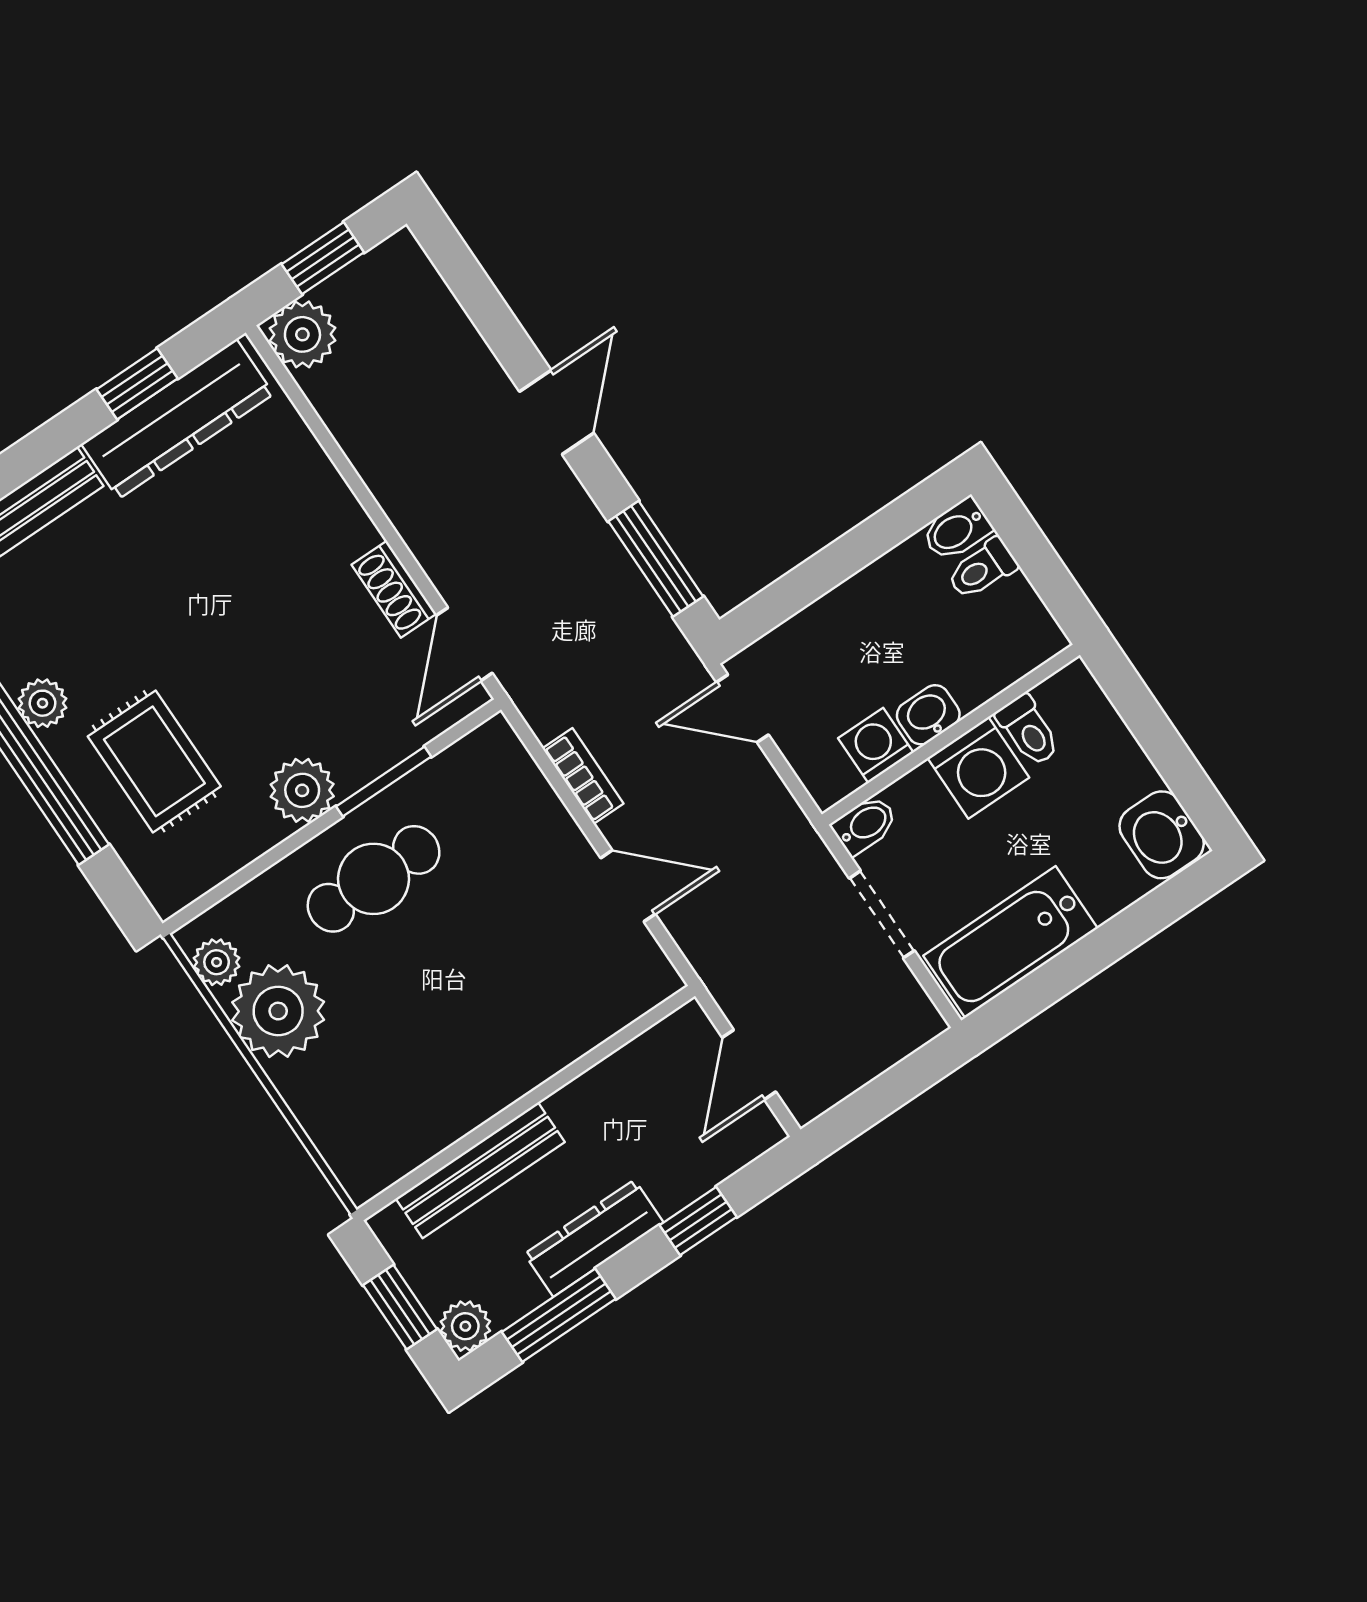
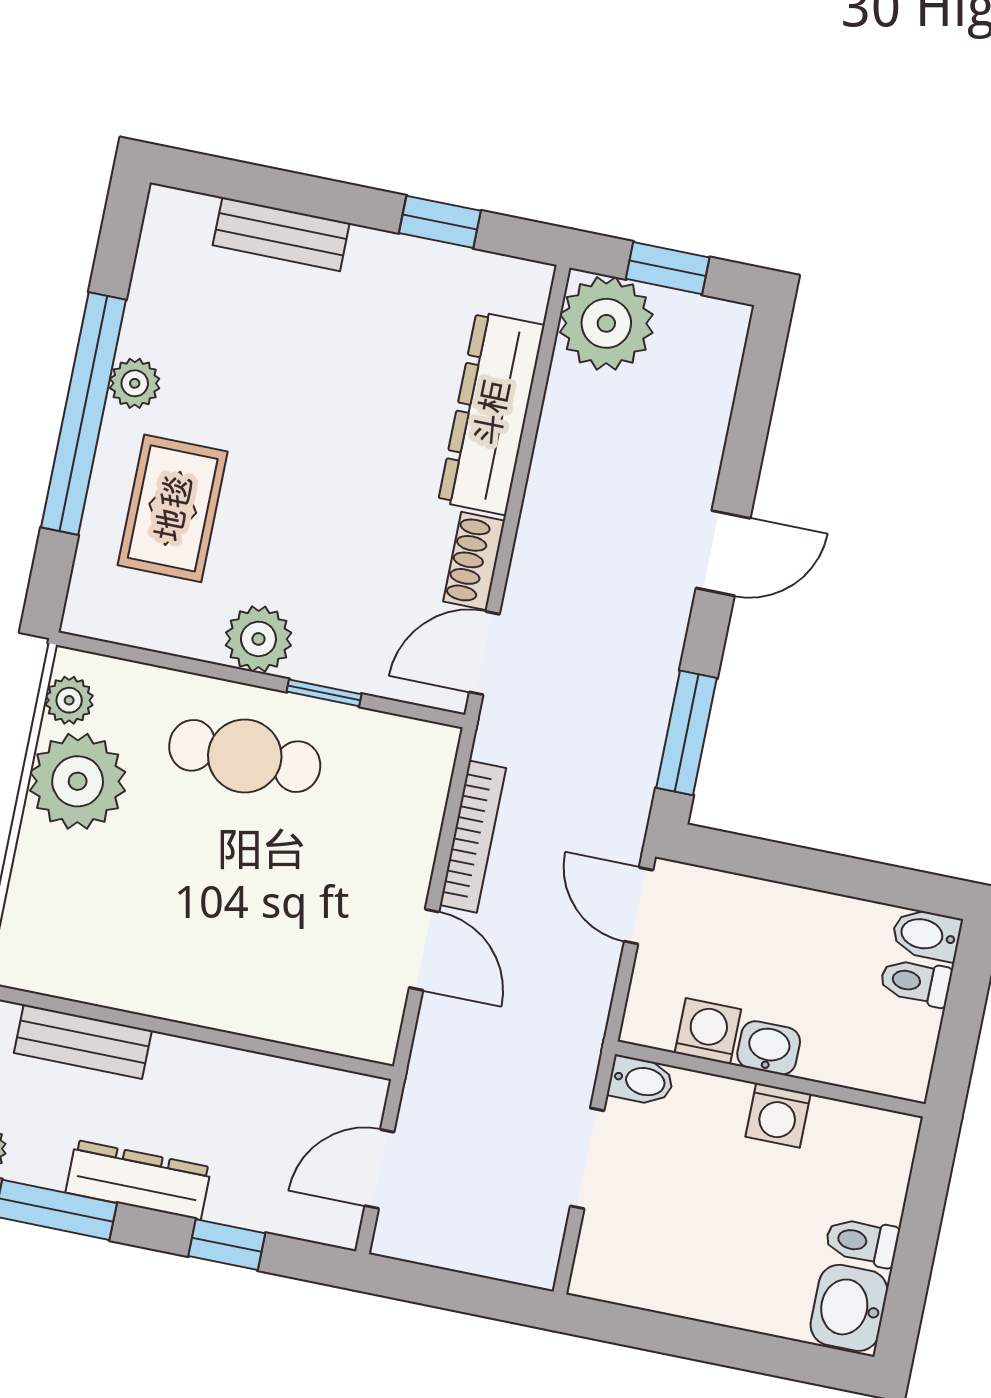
plant: (302, 334) -> (606, 323), width x1.36, depth x1.36
dresser: (177, 419) -> (491, 413), moved, turned 90
toilet: (1028, 730) -> (862, 1242), moved, turned 90
washing machine: (978, 768) -> (778, 1115), width x0.73, depth x0.73
bookcase: (583, 776) -> (473, 837), width x1.56
window: (384, 781) -> (324, 693), width x0.67
bathtub: (1010, 942) -> (660, 1274), removed
bench: (480, 1170) -> (83, 1042), width x0.73

